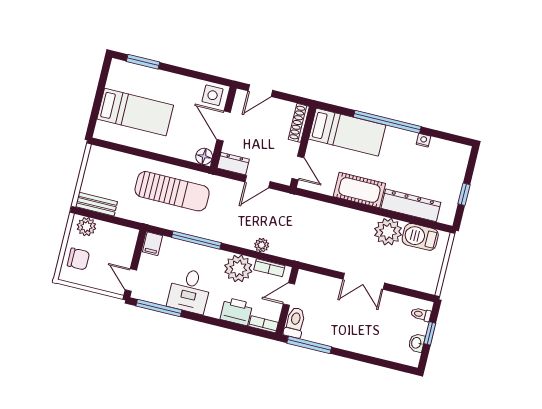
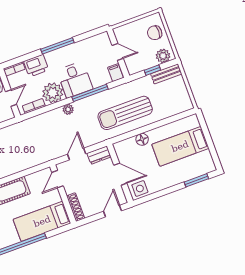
floor lamp: (204, 156) -> (142, 139), moved
door: (298, 168) -> (58, 179), hinge flipped
window: (109, 219) -> (152, 70), added
plant: (262, 245) -> (68, 109), moved
door: (131, 280) -> (118, 52), moved
desk: (189, 291) -> (75, 80), moved, turned 180
window: (159, 308) -> (57, 46), moved

